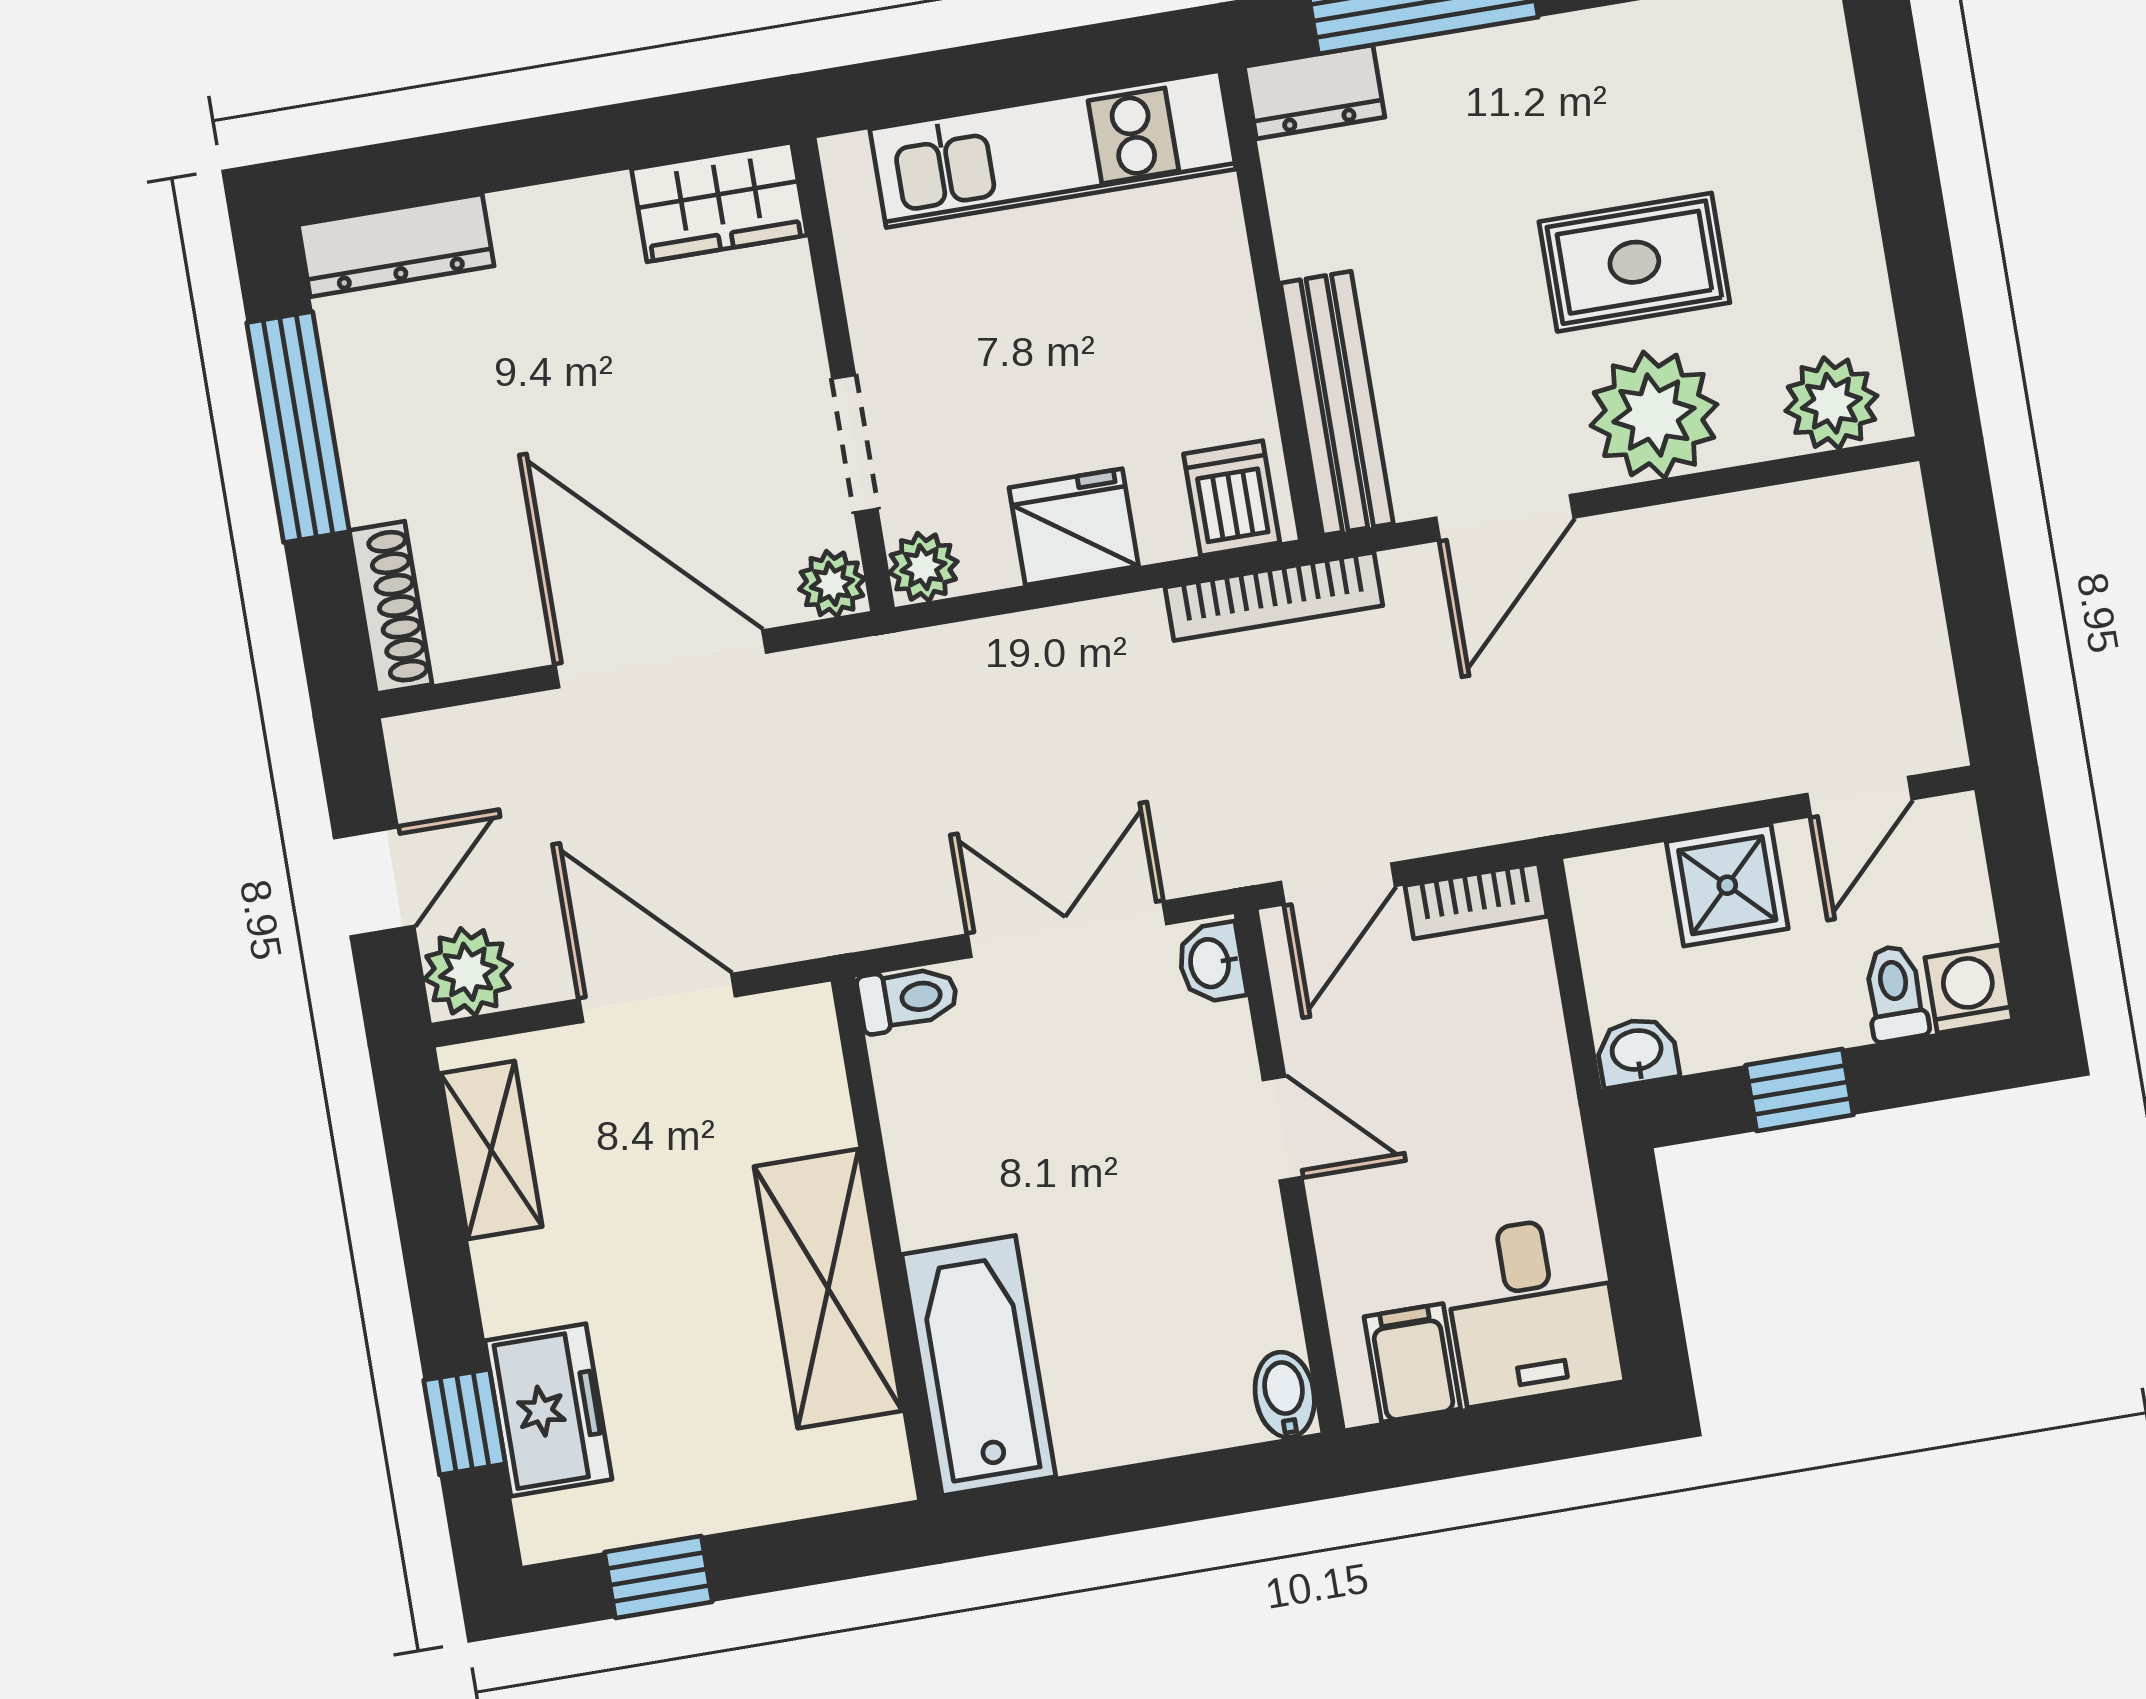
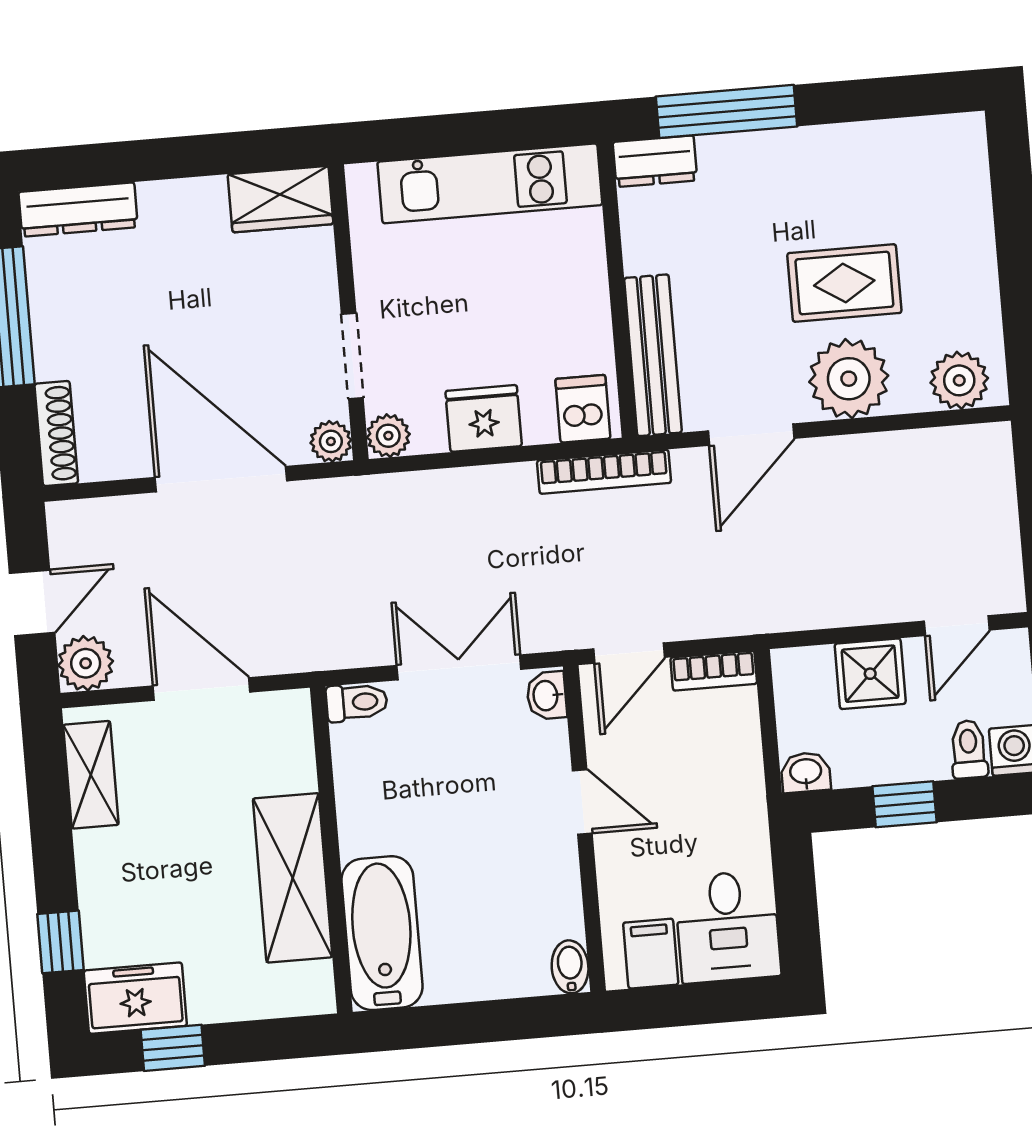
freezer: (548, 1410) -> (135, 998), moved, turned -90

